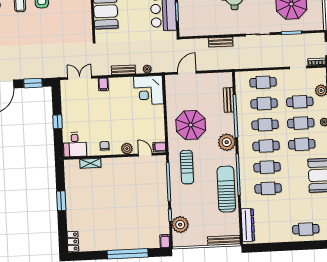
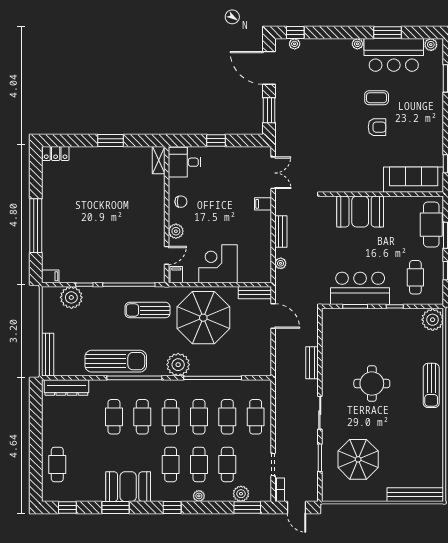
corner desk: (149, 90) -> (218, 264), moved
bench: (229, 100) -> (255, 293), moved
parasol: (191, 125) -> (203, 318), width x1.36, depth x1.36
shelving: (90, 163) -> (159, 160), moved

